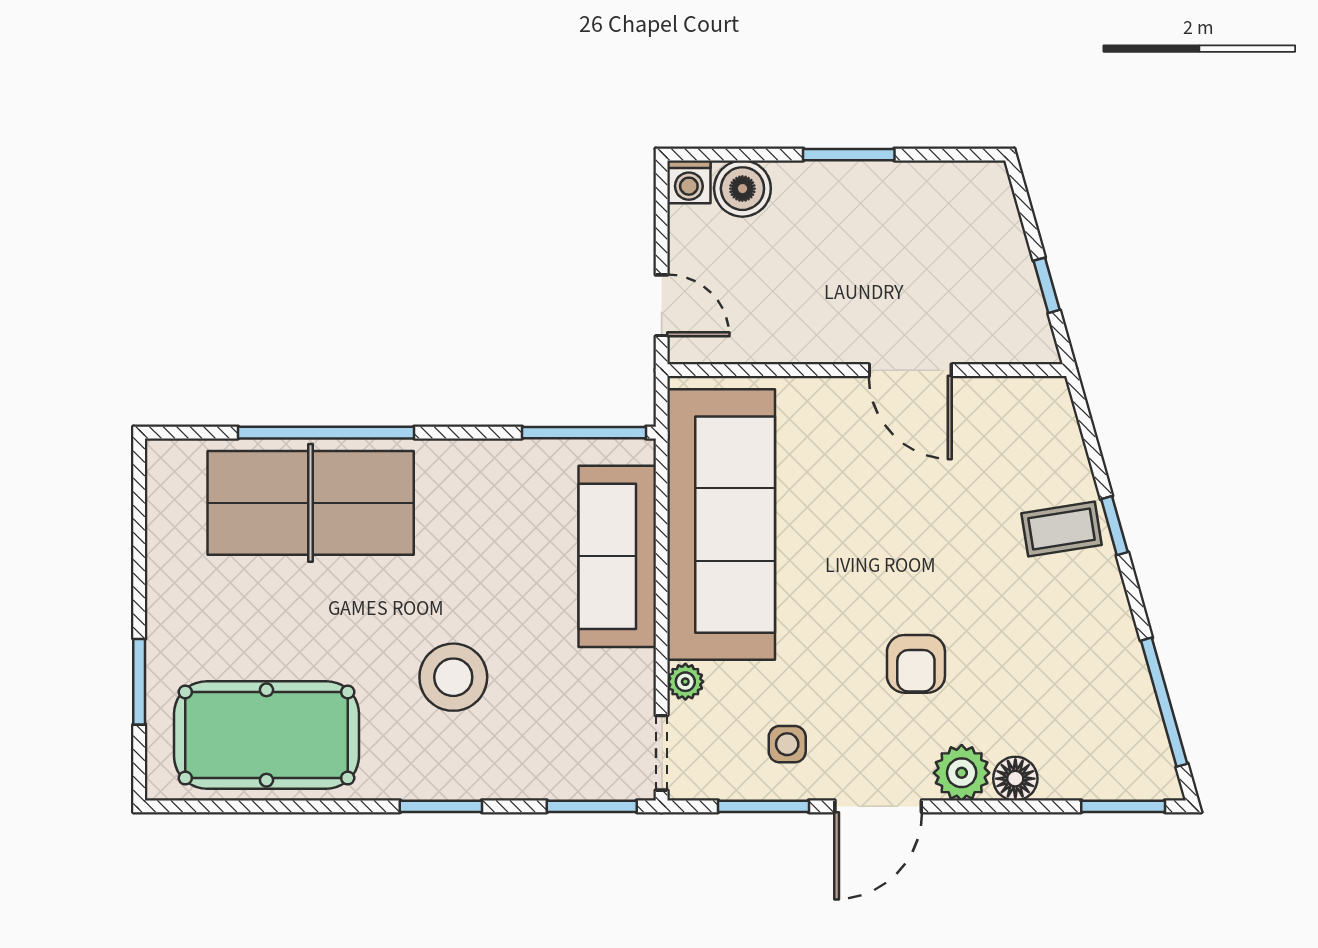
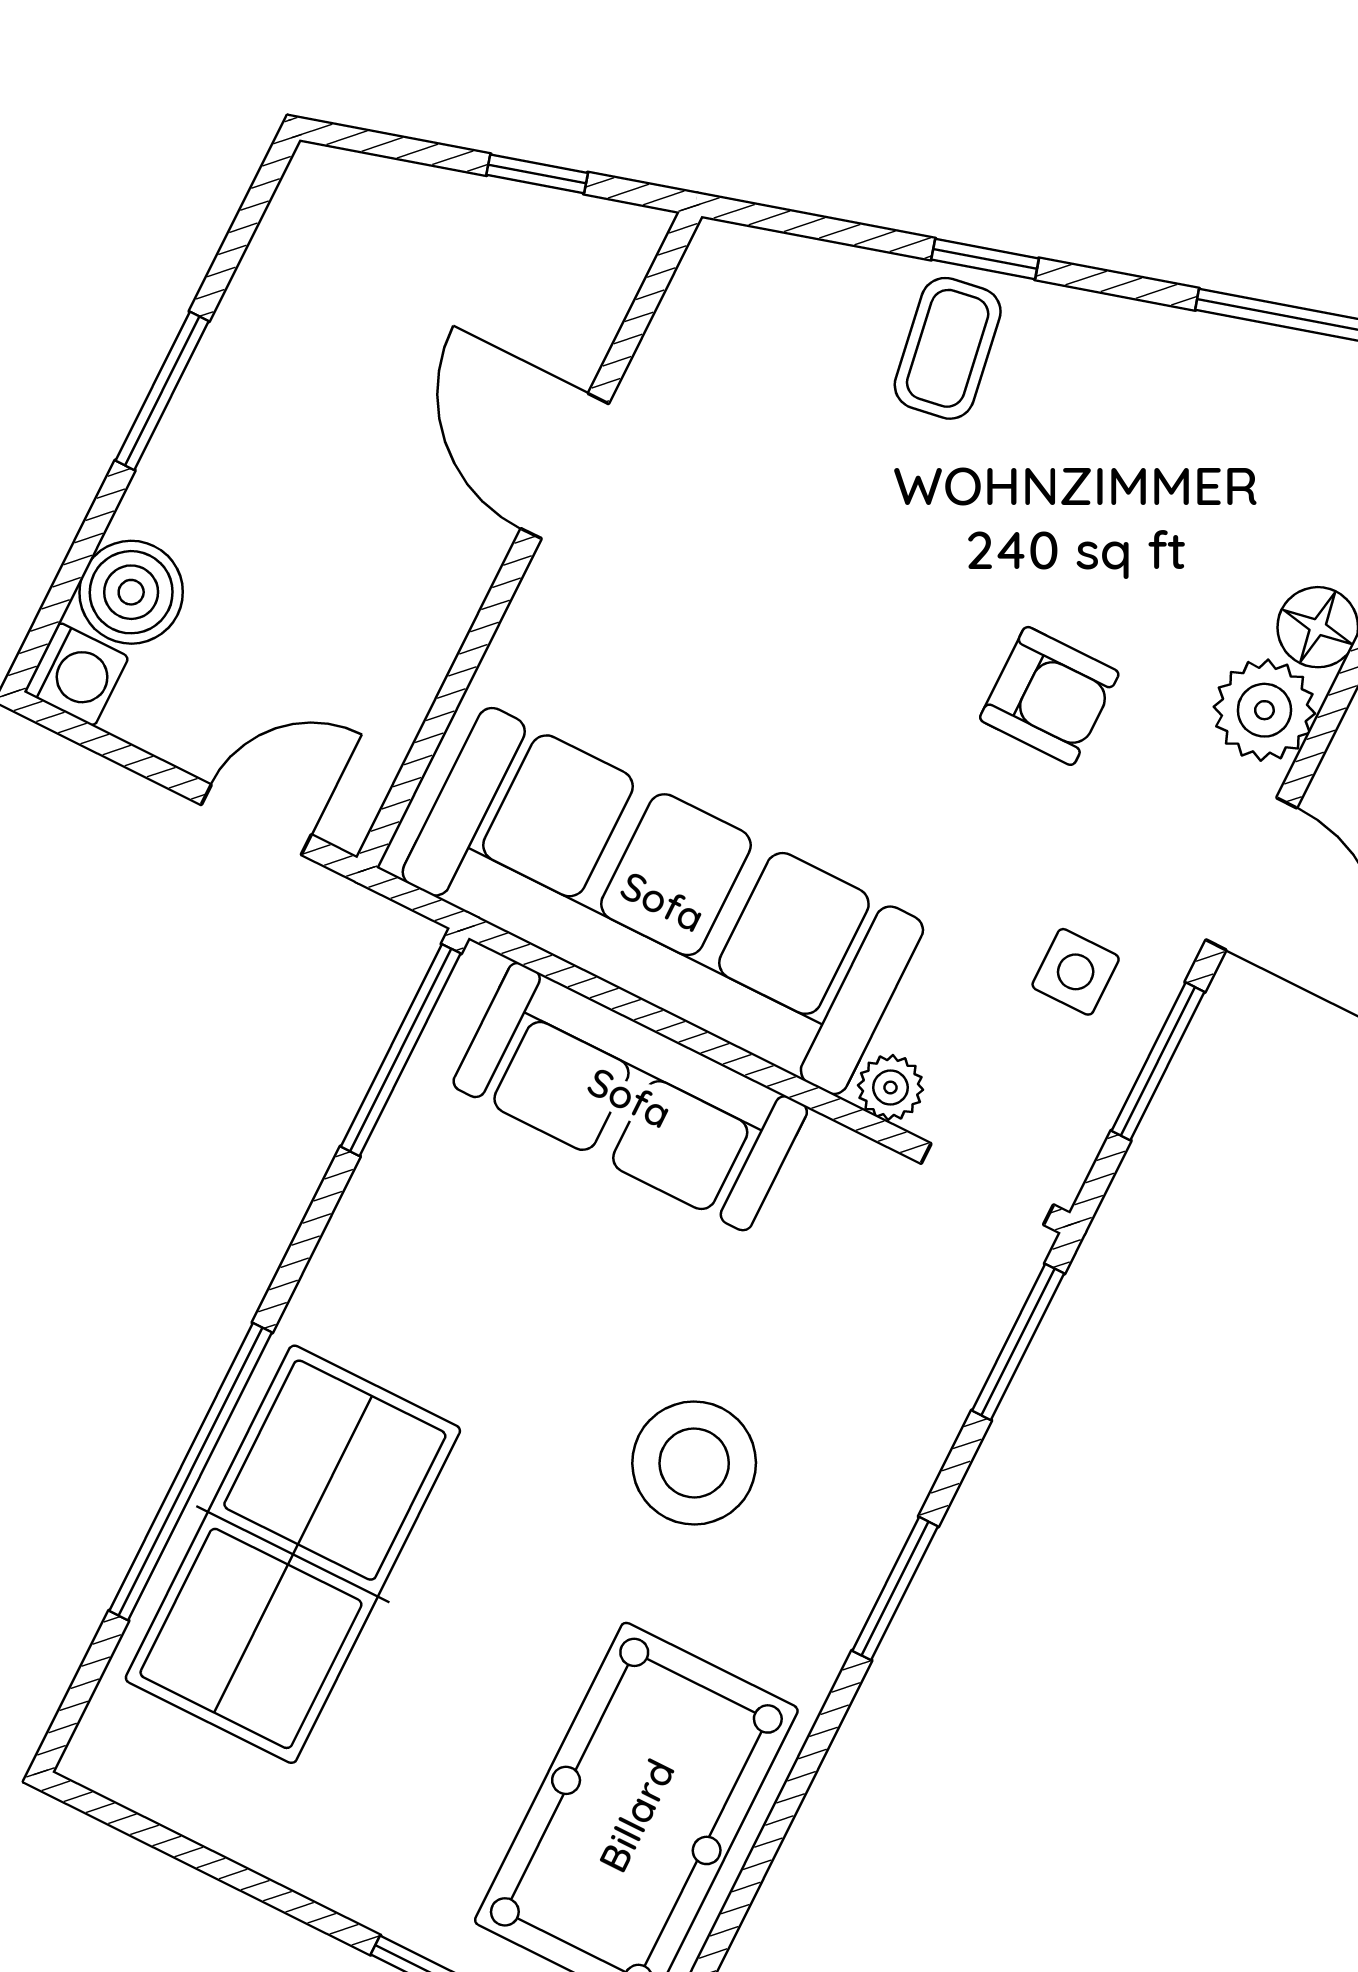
door: (910, 370) -> (565, 466), swing flipped

